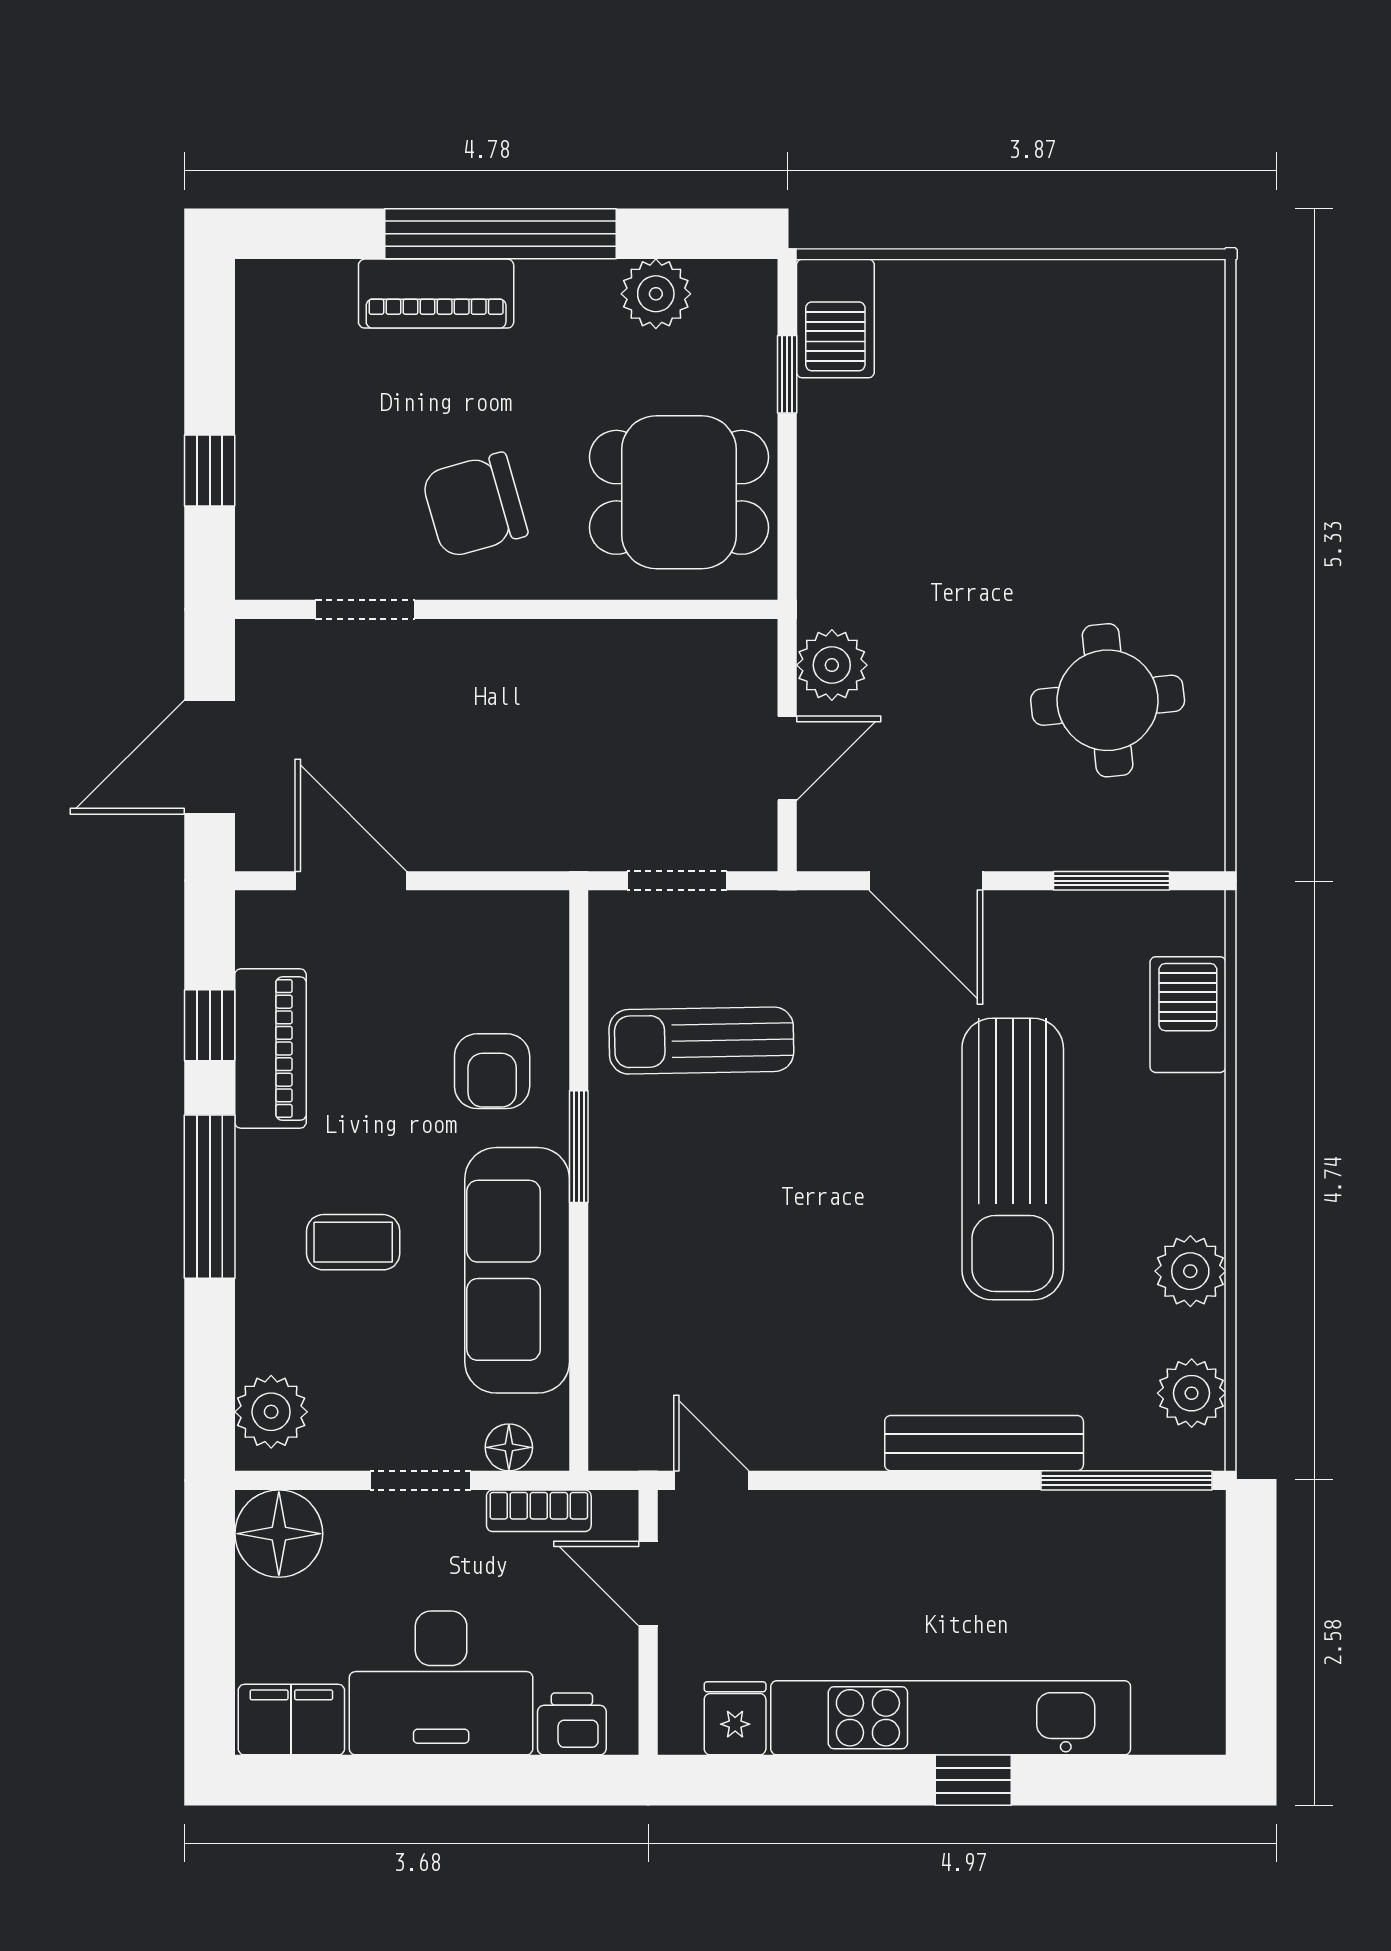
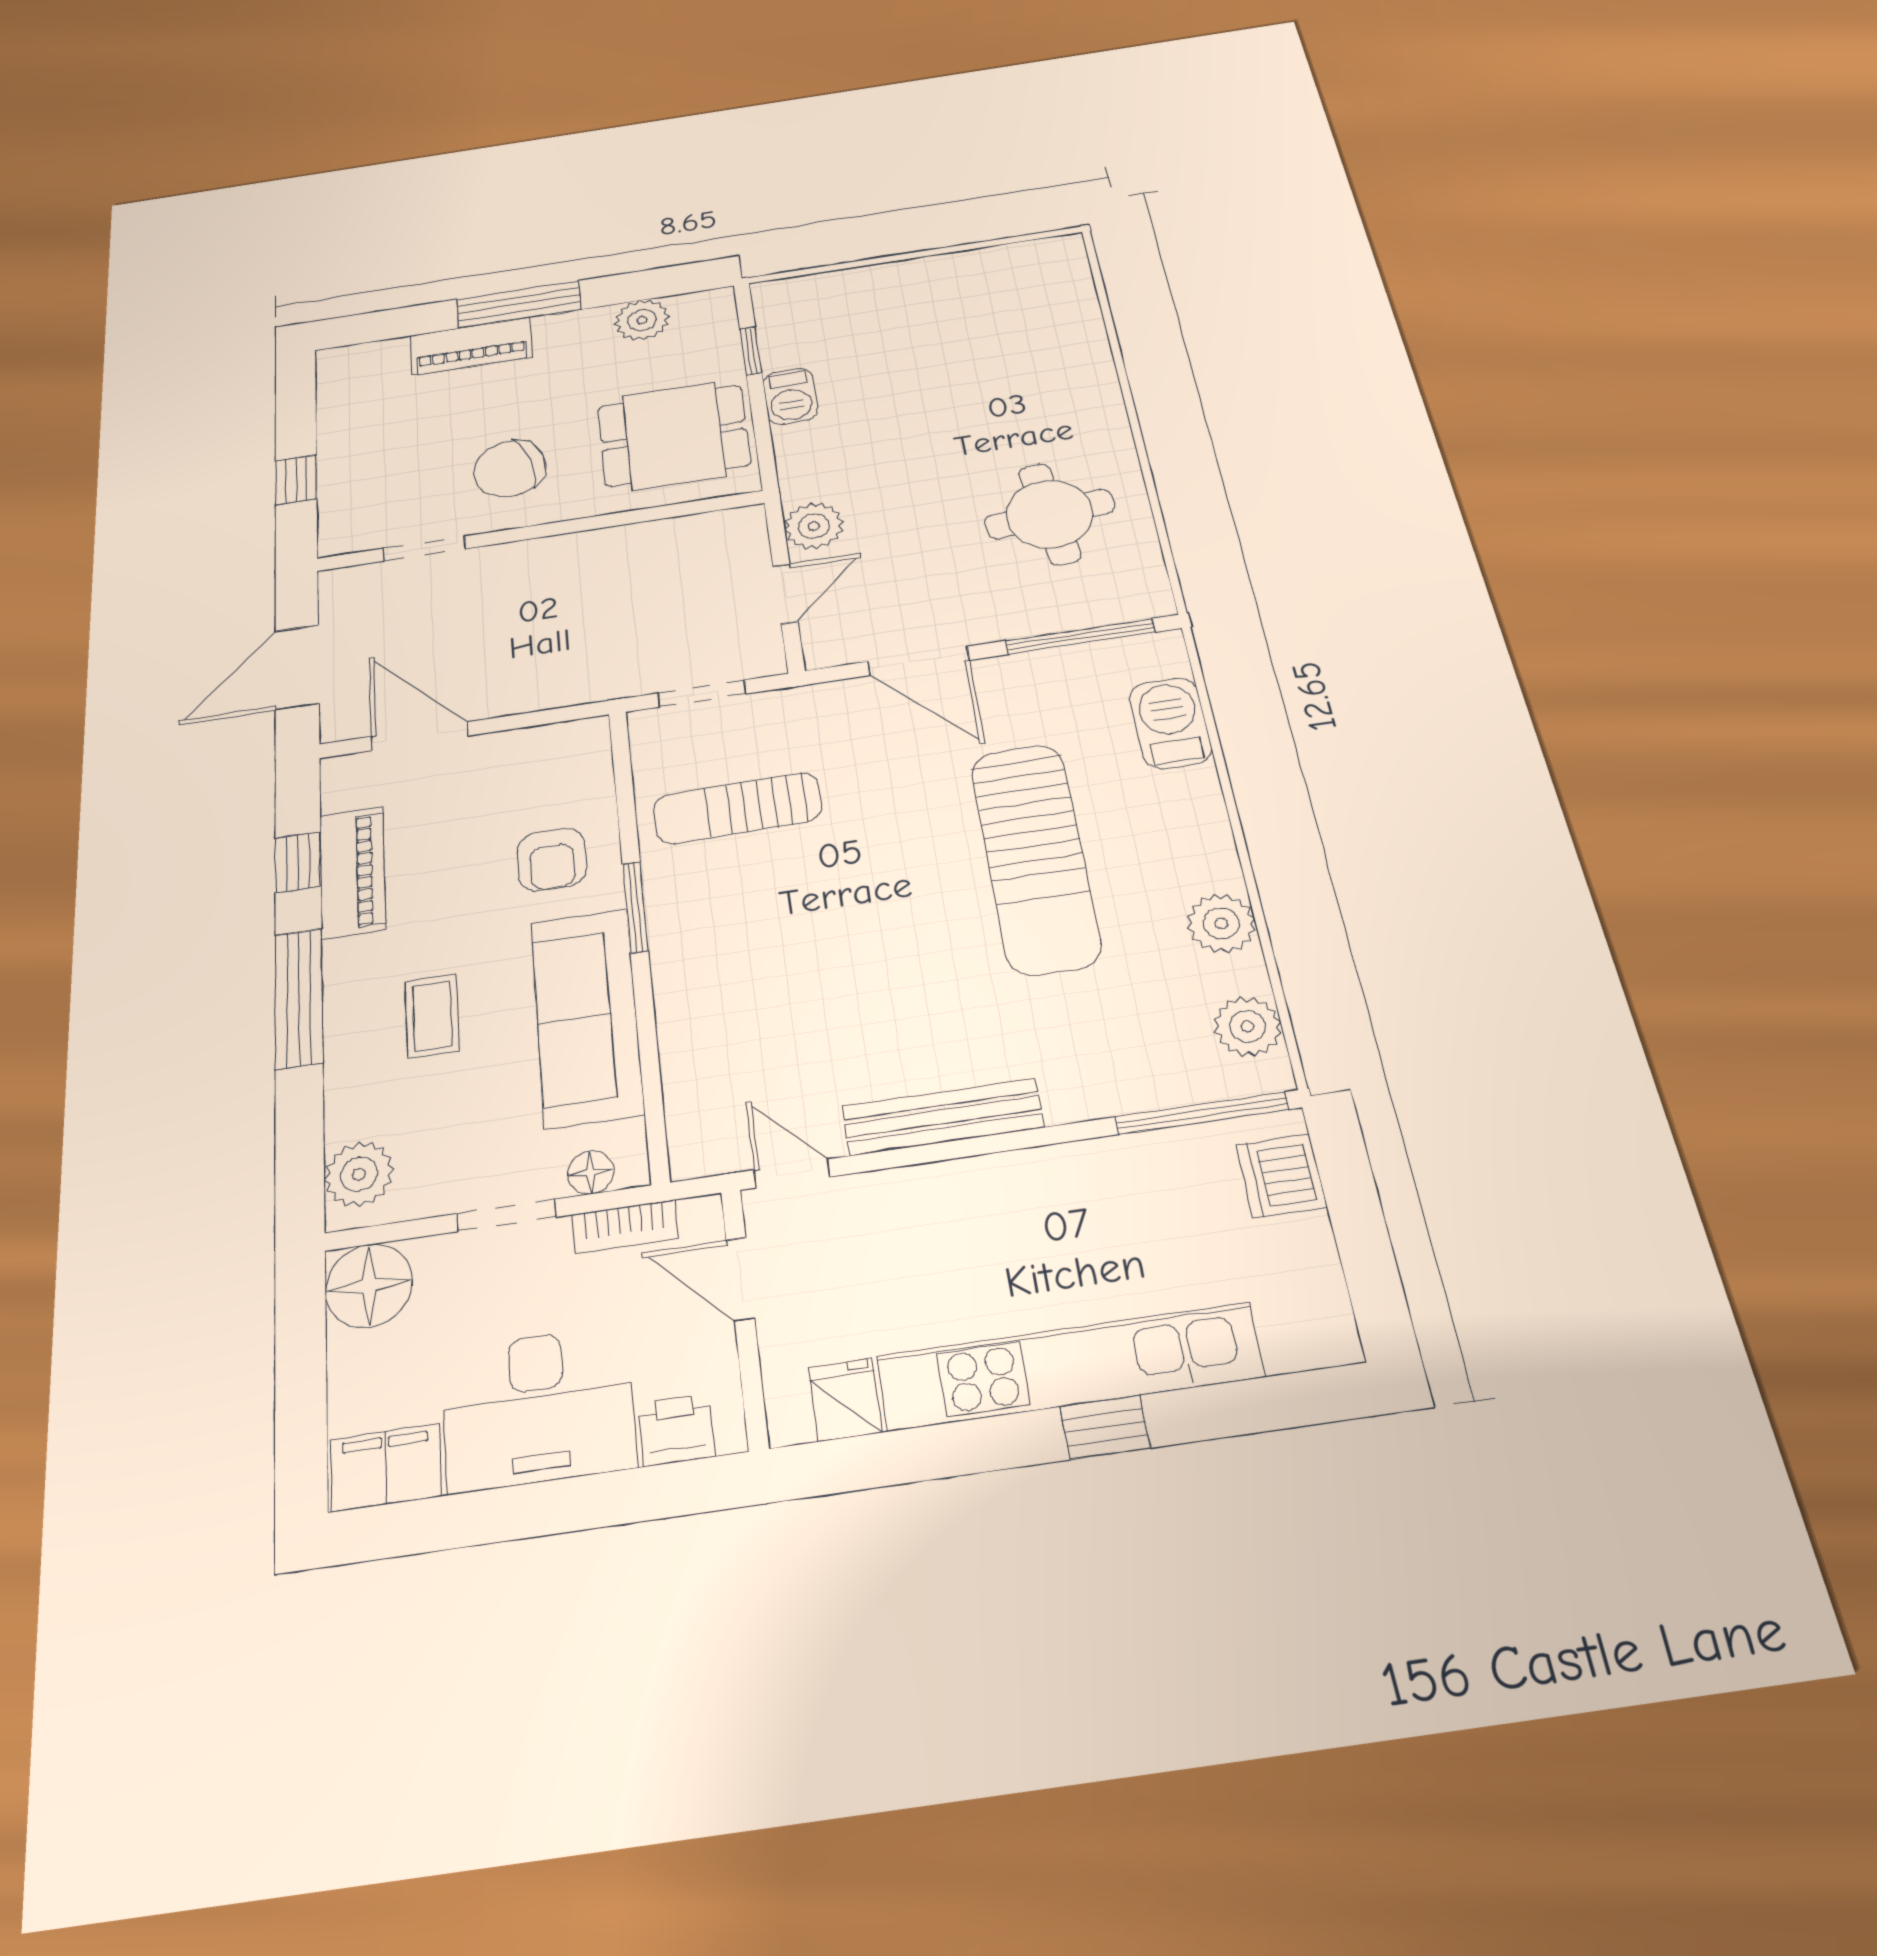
window: (500, 234) -> (519, 304), width x0.68
barbecue: (835, 318) -> (790, 396), moved, width x0.73, depth x0.79
window: (1111, 881) -> (1080, 636), width x1.44
coffee table: (353, 1242) -> (432, 1016), turned 90
bench: (984, 1443) -> (943, 1117), moved
dishwasher: (1189, 1559) -> (1281, 1176), added

